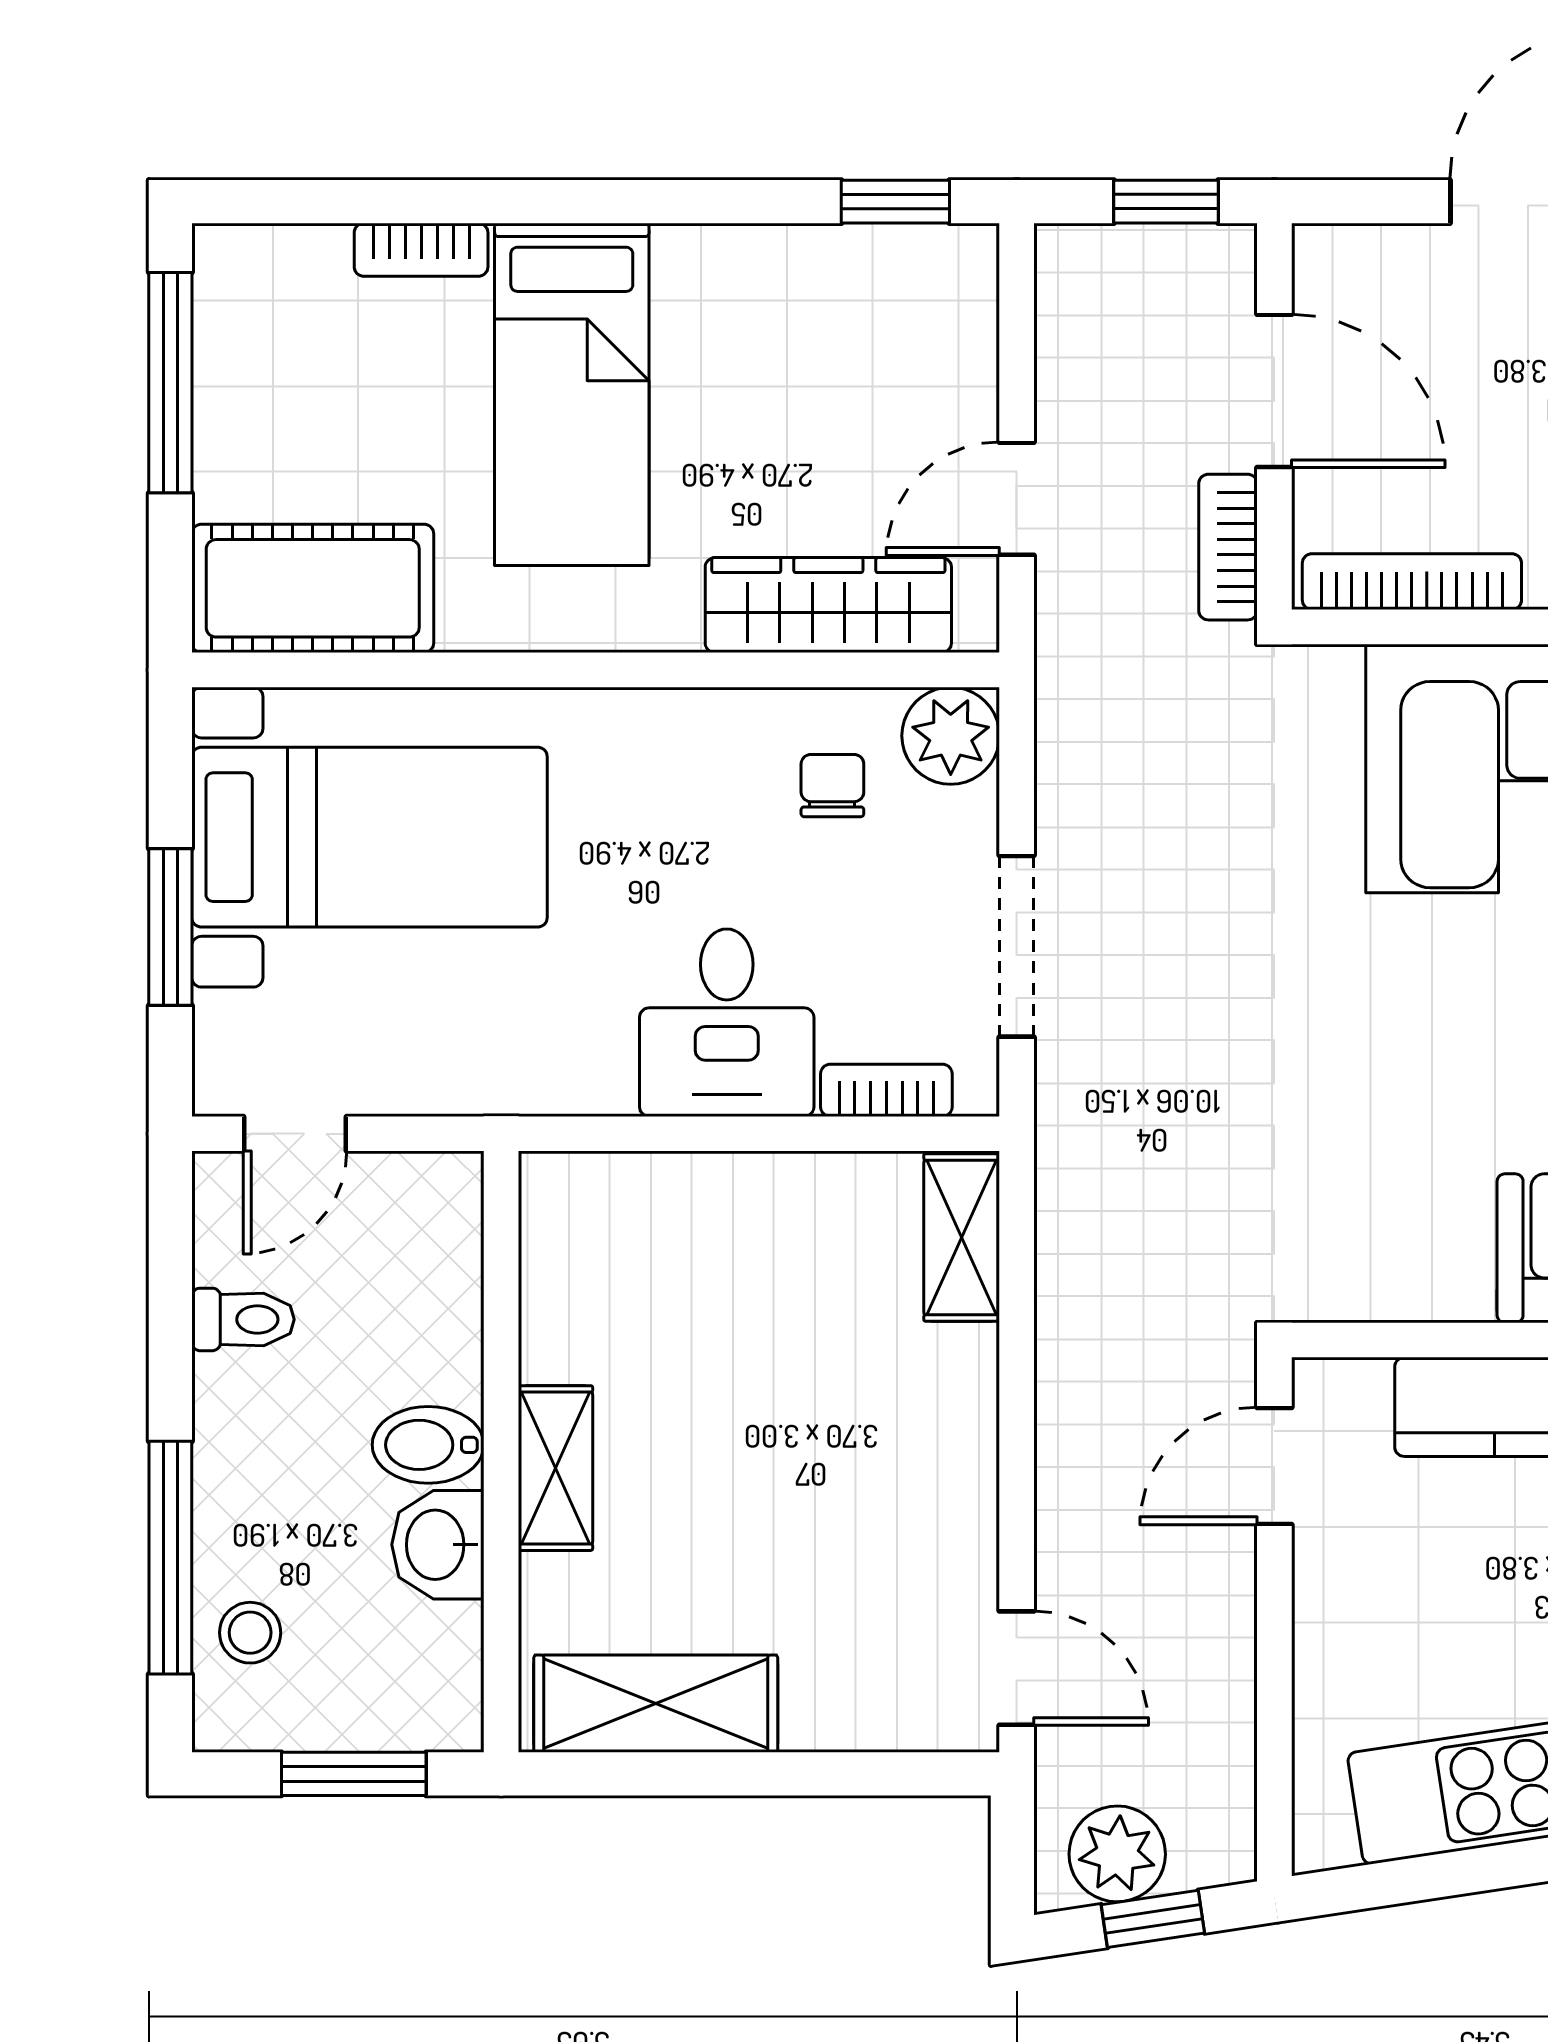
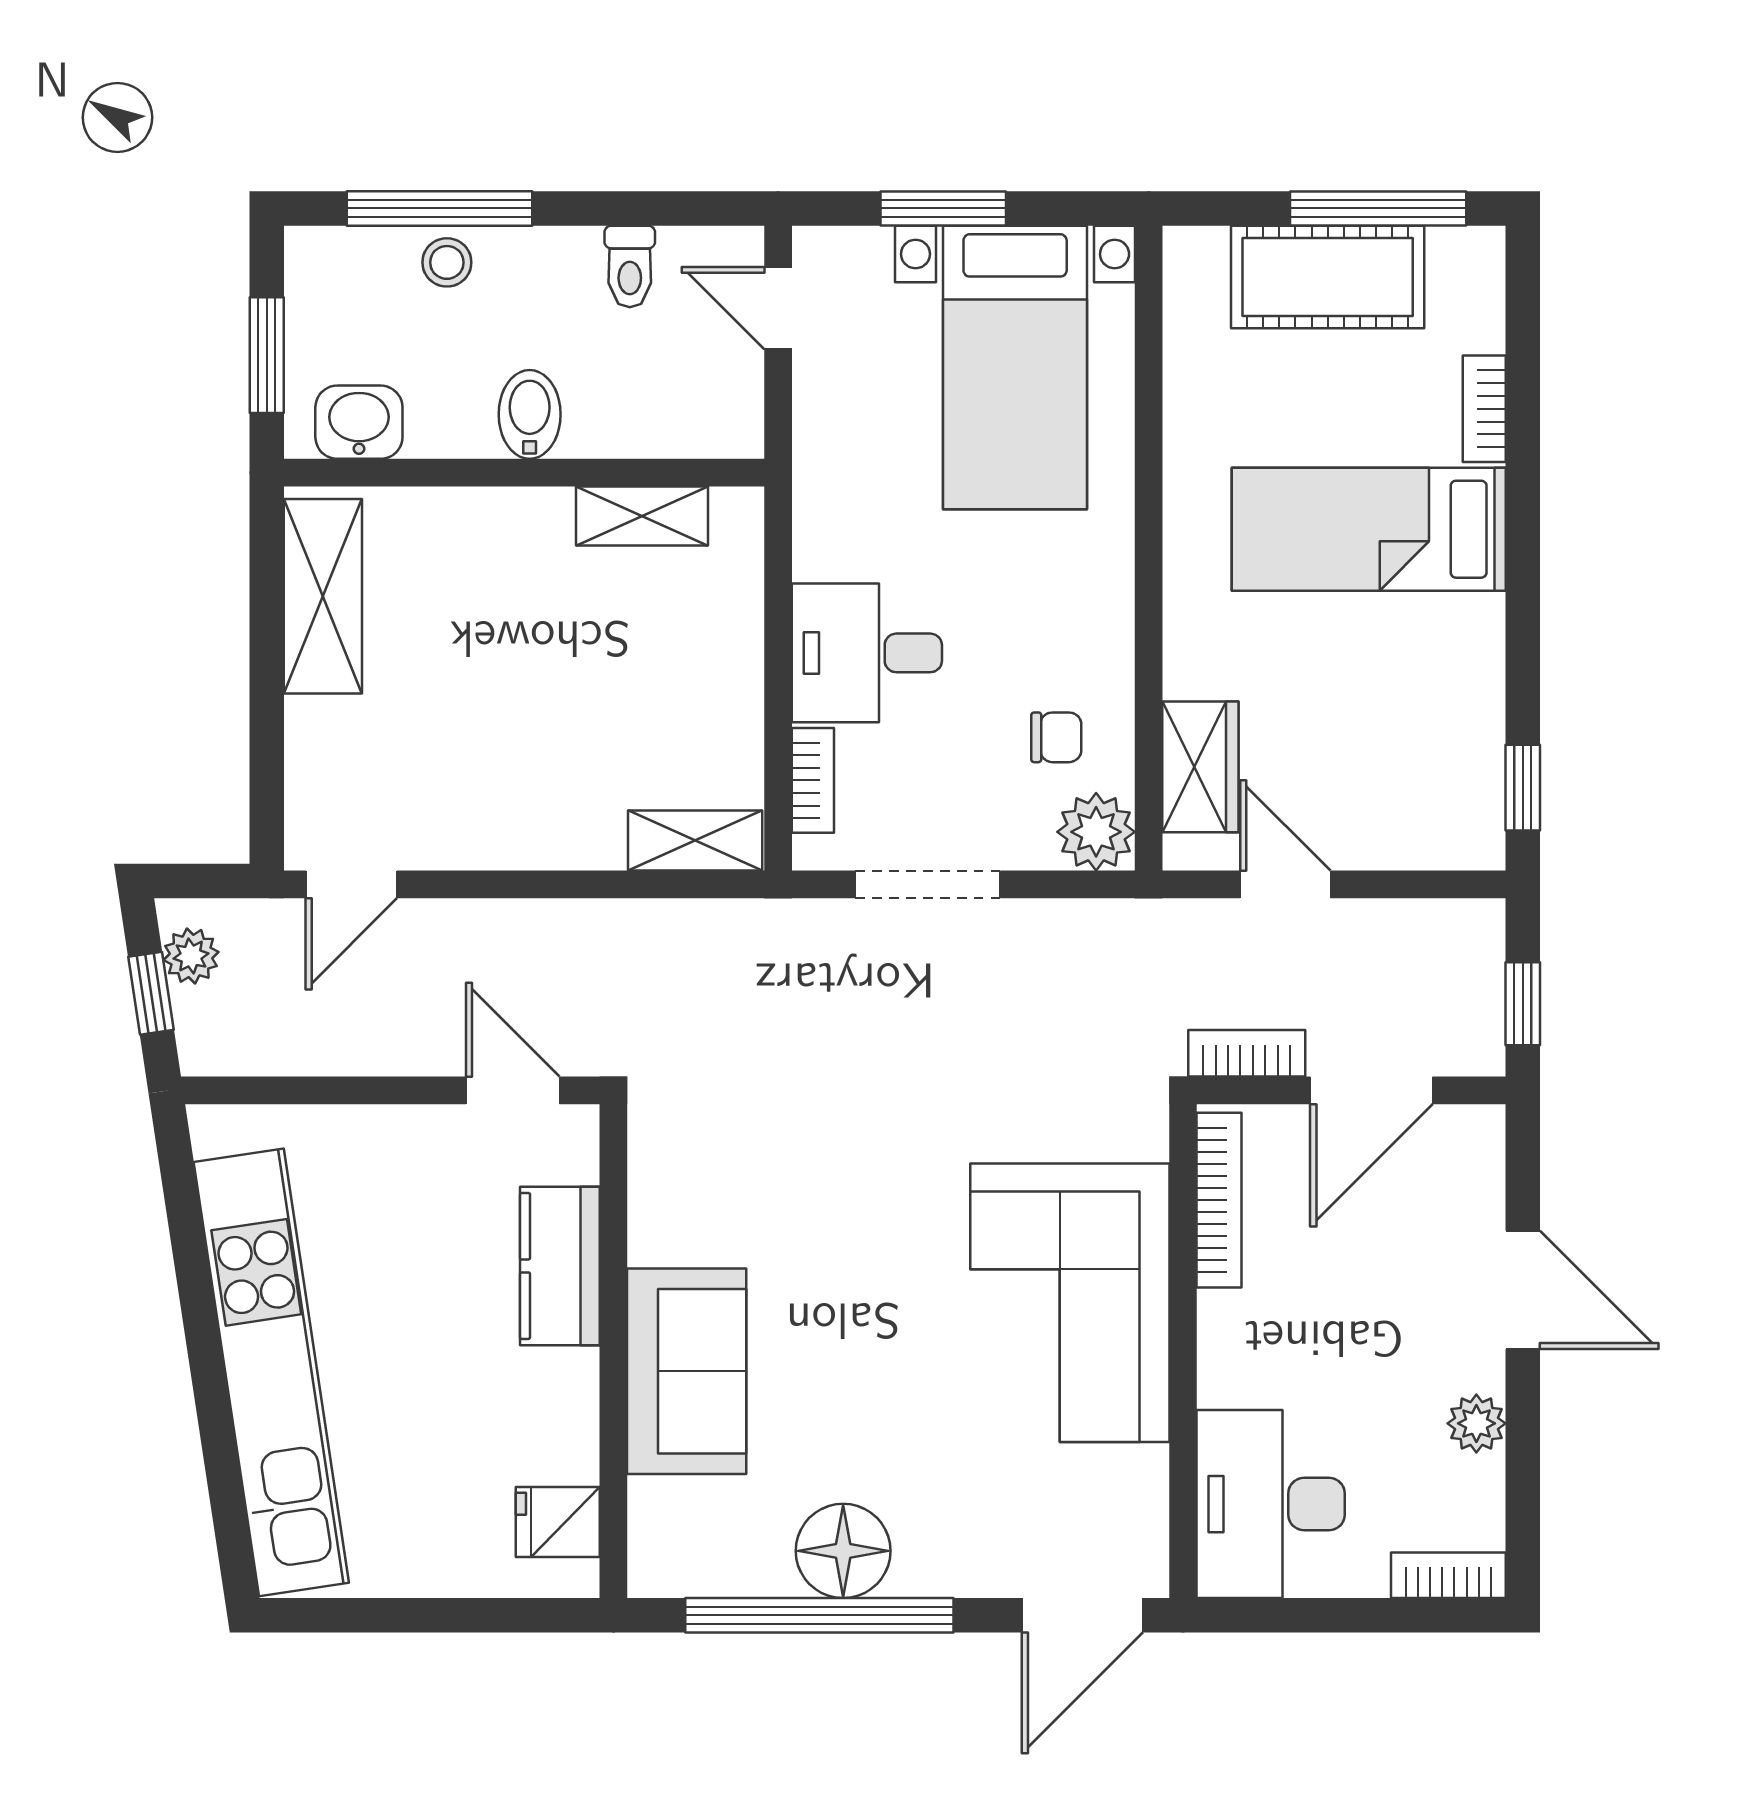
cot: (313, 588) -> (1328, 277), moved, turned 90
wardrobe: (828, 605) -> (1200, 767), width x0.67
shelving: (555, 1468) -> (642, 516), moved
washbasin: (438, 1545) -> (359, 422), moved
stool: (250, 1633) -> (447, 262), moved
plant: (1117, 1854) -> (191, 956), width x0.73, depth x0.73

